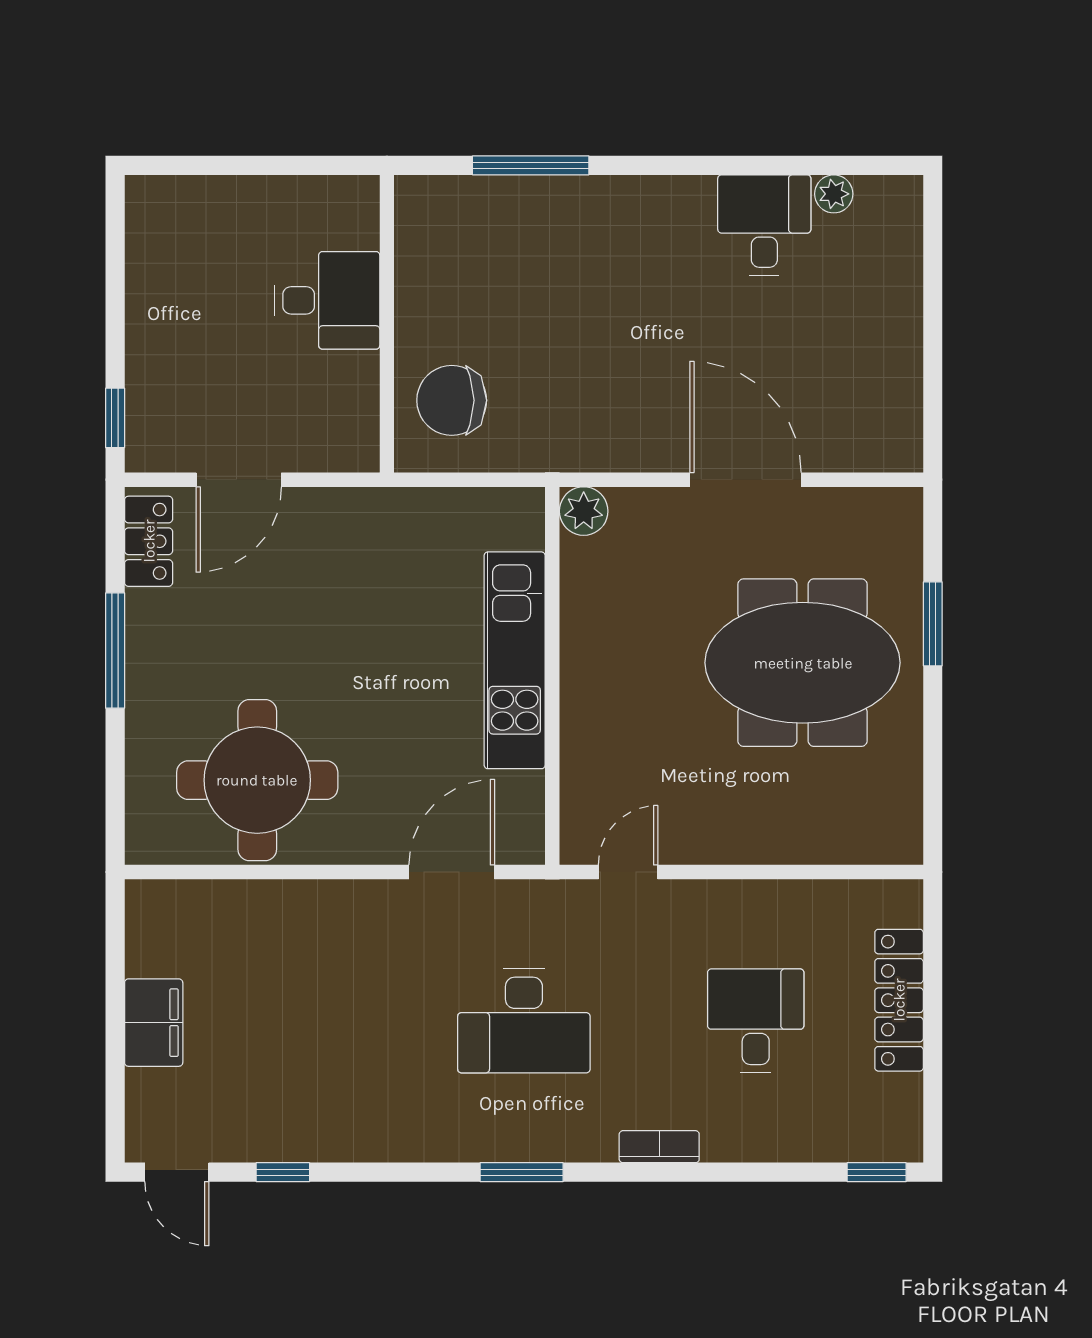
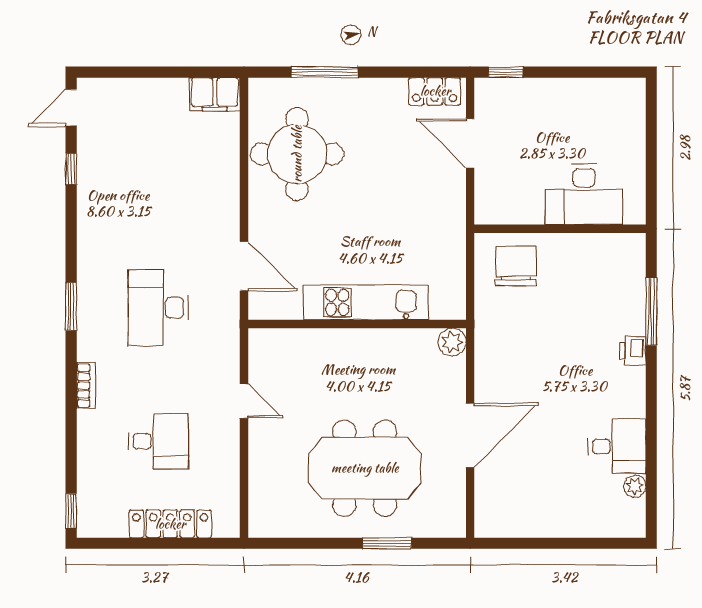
printer: (599, 198) -> (633, 351), added
desk: (327, 300) -> (584, 194), width x1.37
window: (115, 651) -> (325, 72), moved
meeting table: (803, 663) -> (365, 468), turned 90
door: (628, 872) -> (244, 401), moved
filing cabinet: (154, 1023) -> (215, 94), moved

